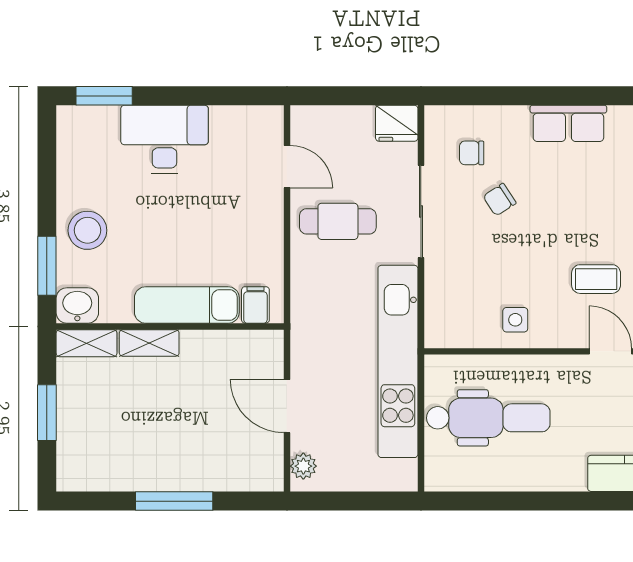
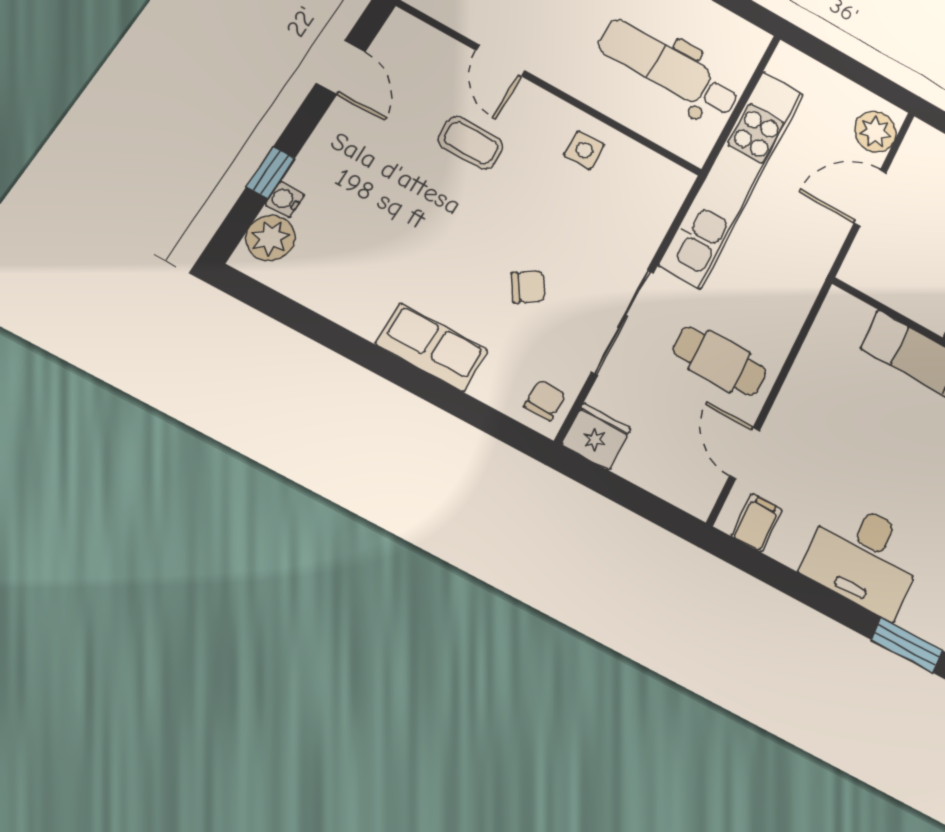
row of seats: (568, 123) -> (432, 347), moved
chair: (472, 153) -> (545, 400), moved, turned -90
filing cabinet: (255, 305) -> (757, 523), moved, turned 180
door: (287, 406) -> (870, 198), swing flipped
plant: (303, 466) -> (875, 132), width x1.38, depth x1.38

